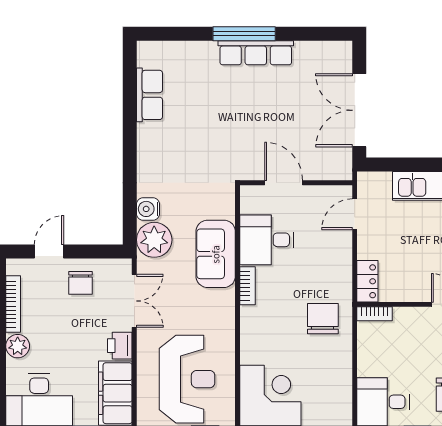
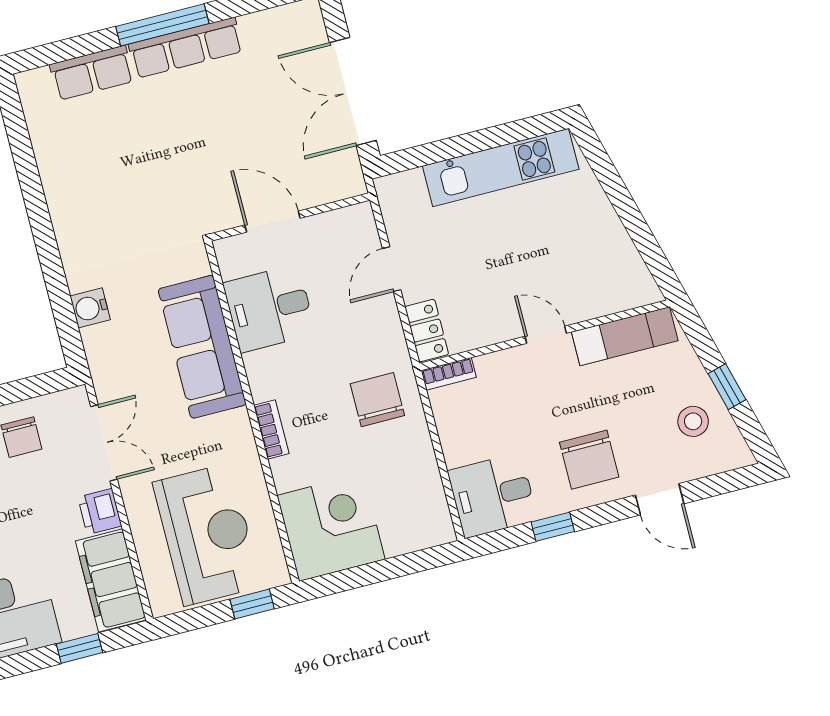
row of seats: (149, 95) -> (92, 73), moved, turned 90
door: (355, 214) -> (392, 269), moved
plant: (154, 240) -> (110, 349), removed
sofa: (216, 254) -> (202, 347), width x1.36
bookcase: (247, 286) -> (271, 429), moved

